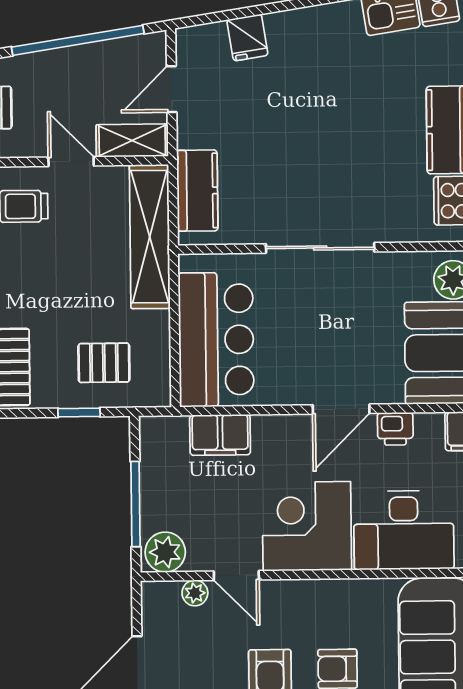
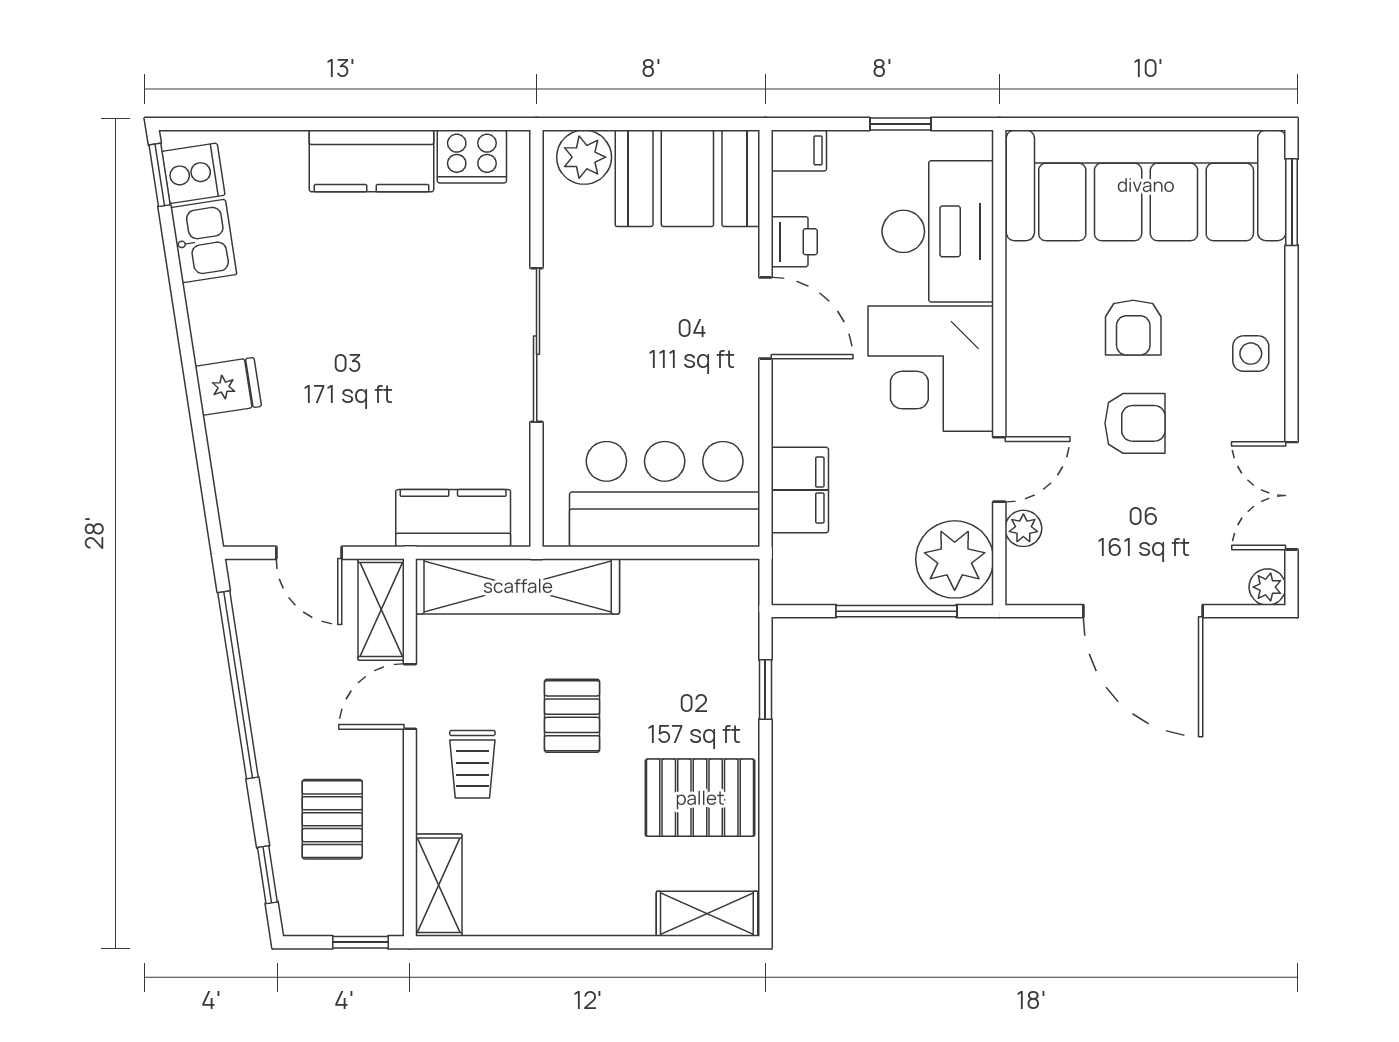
fridge: (247, 37) -> (228, 386), moved
pallet: (104, 363) -> (572, 716), moved
plant: (165, 552) -> (955, 559), width x1.36, depth x1.36

